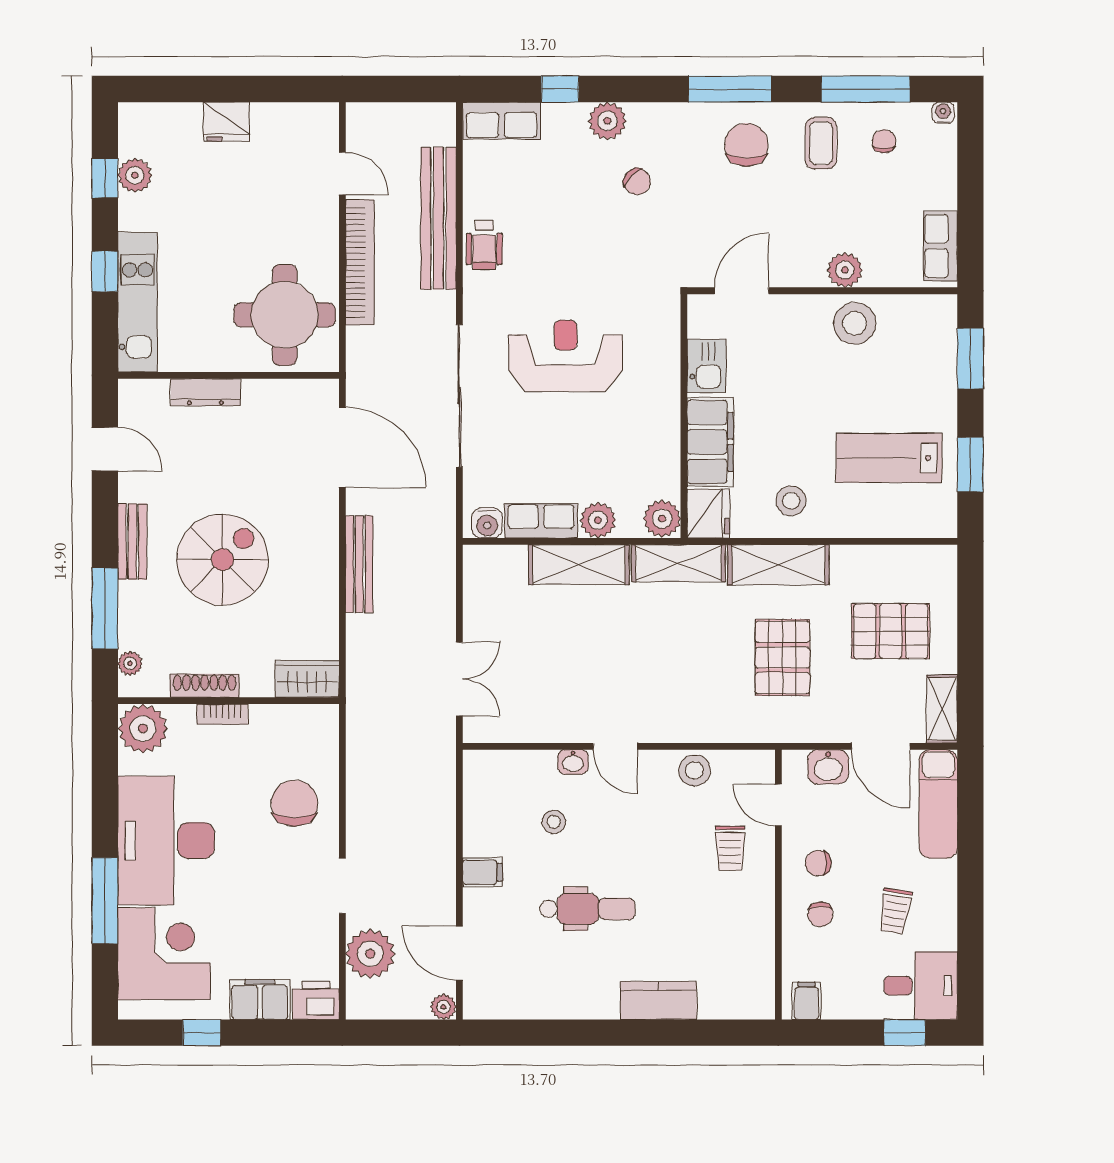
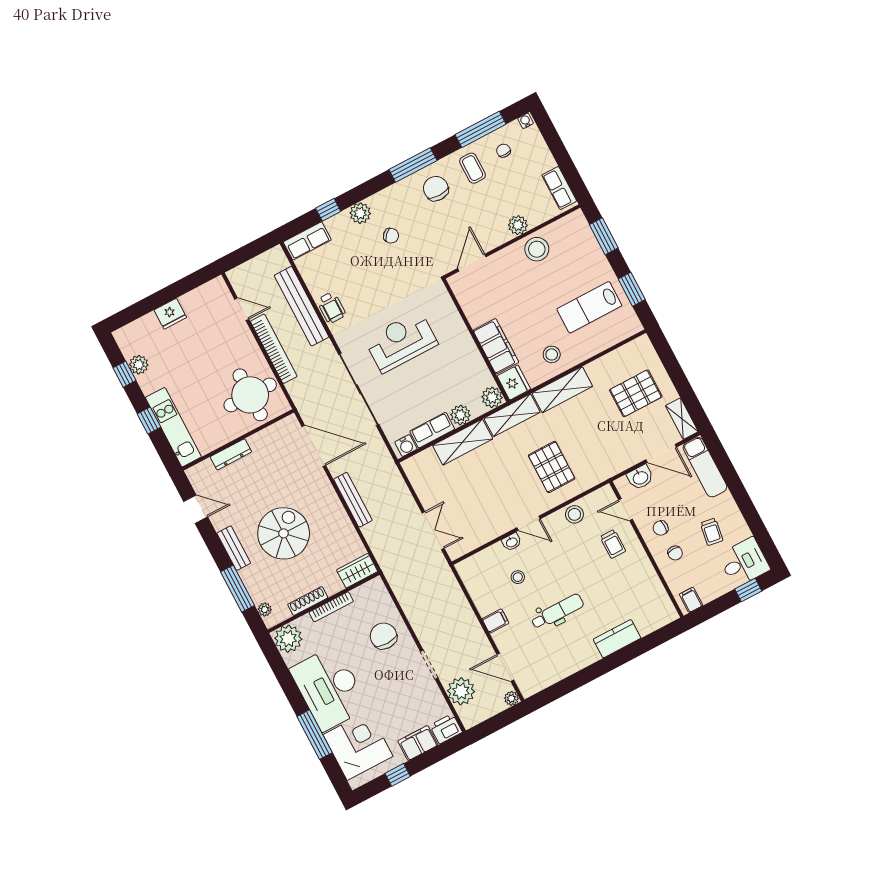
kitchen sink: (707, 366) -> (474, 309), removed
pallet: (782, 657) -> (552, 467), moved
bookcase: (222, 714) -> (331, 607), width x1.56

